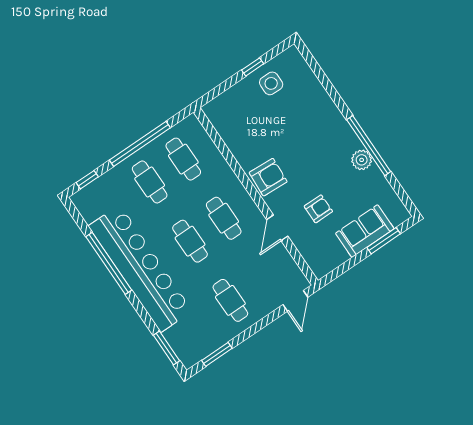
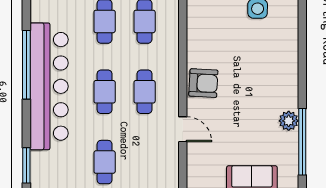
window: (369, 146) -> (302, 142), moved
armchair: (318, 209) -> (227, 137), removed
door: (277, 228) -> (183, 129), swing flipped

